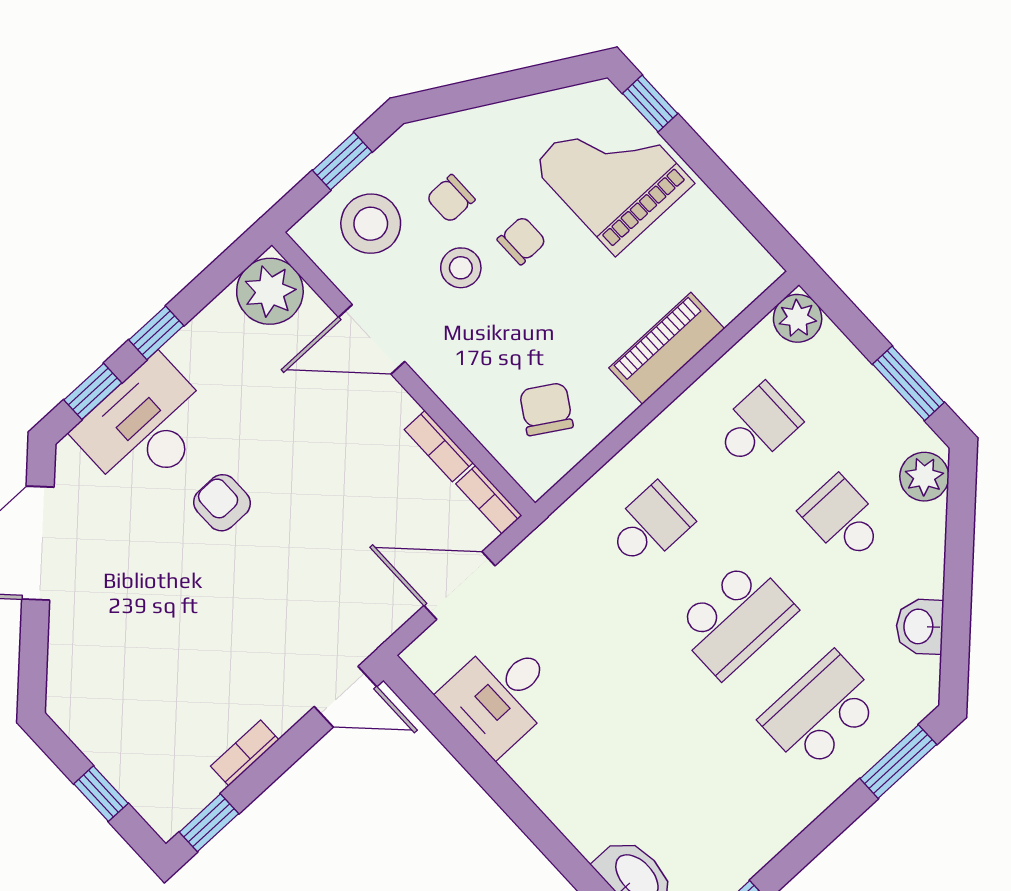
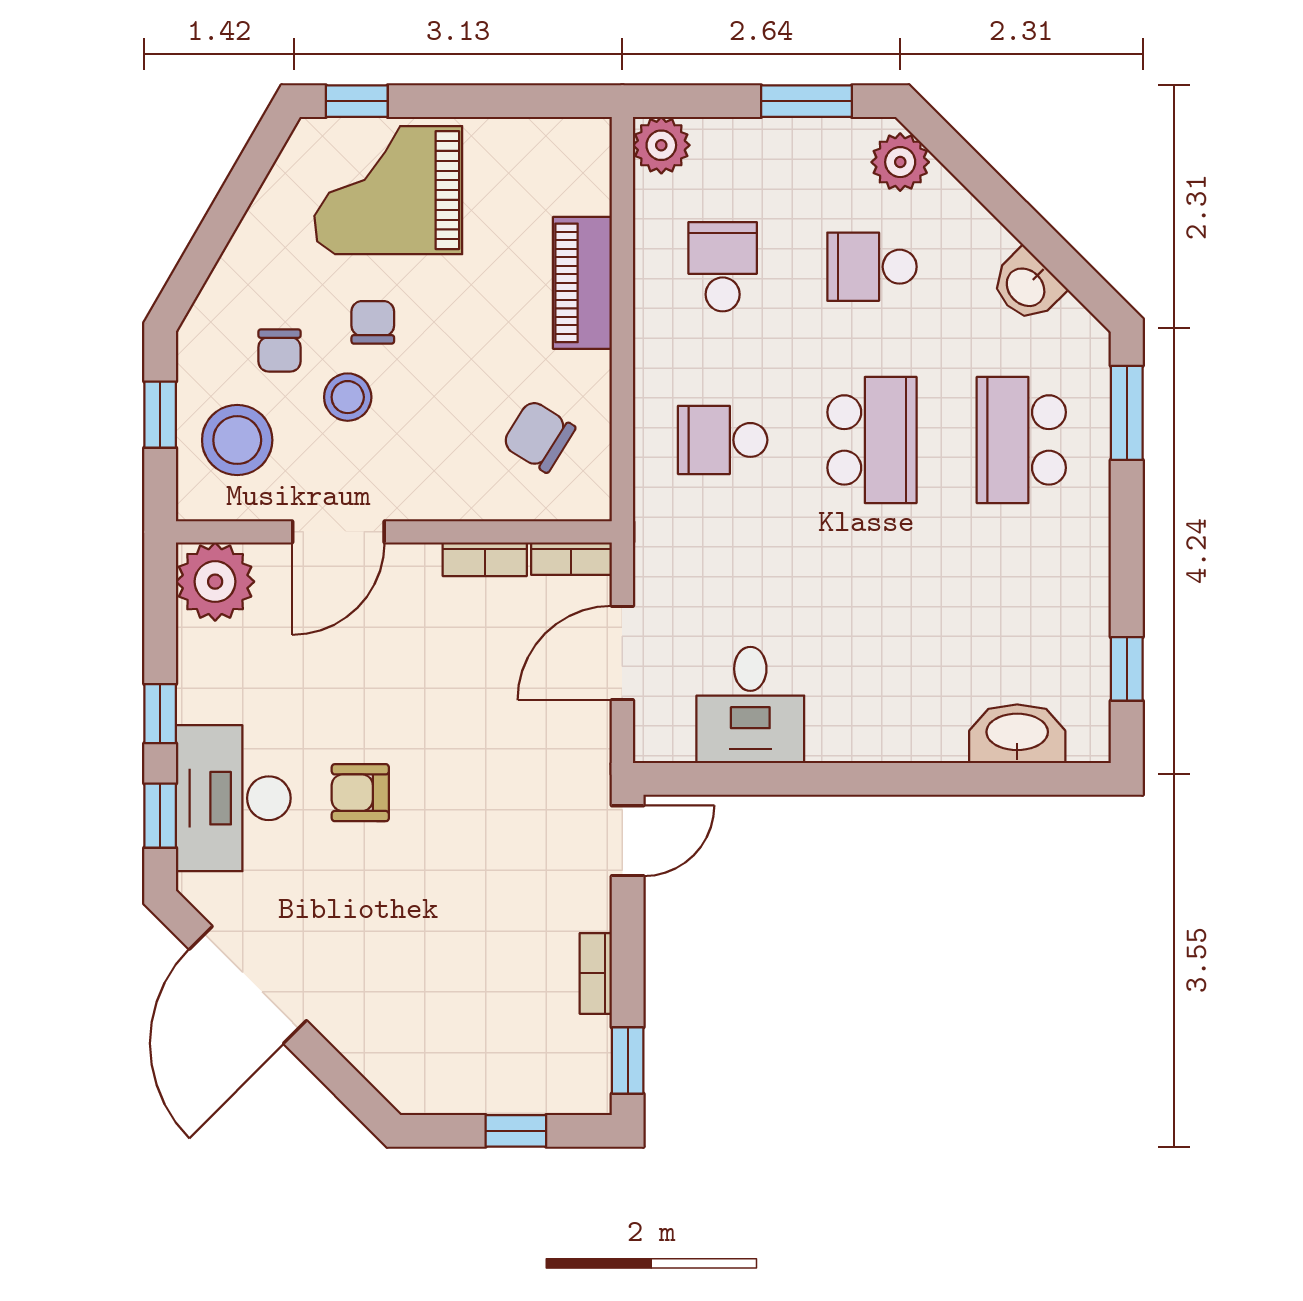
school desk: (649, 526) -> (723, 440), turned -90

